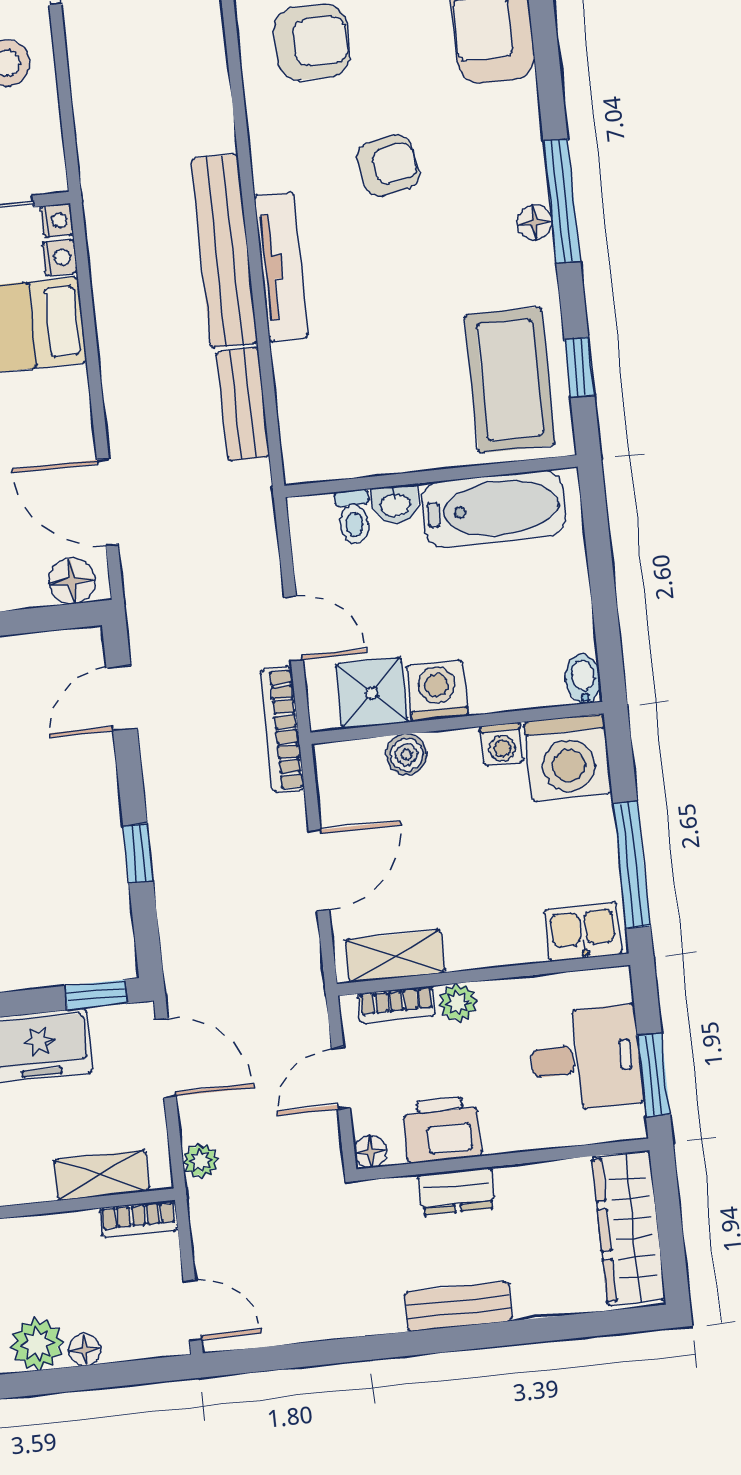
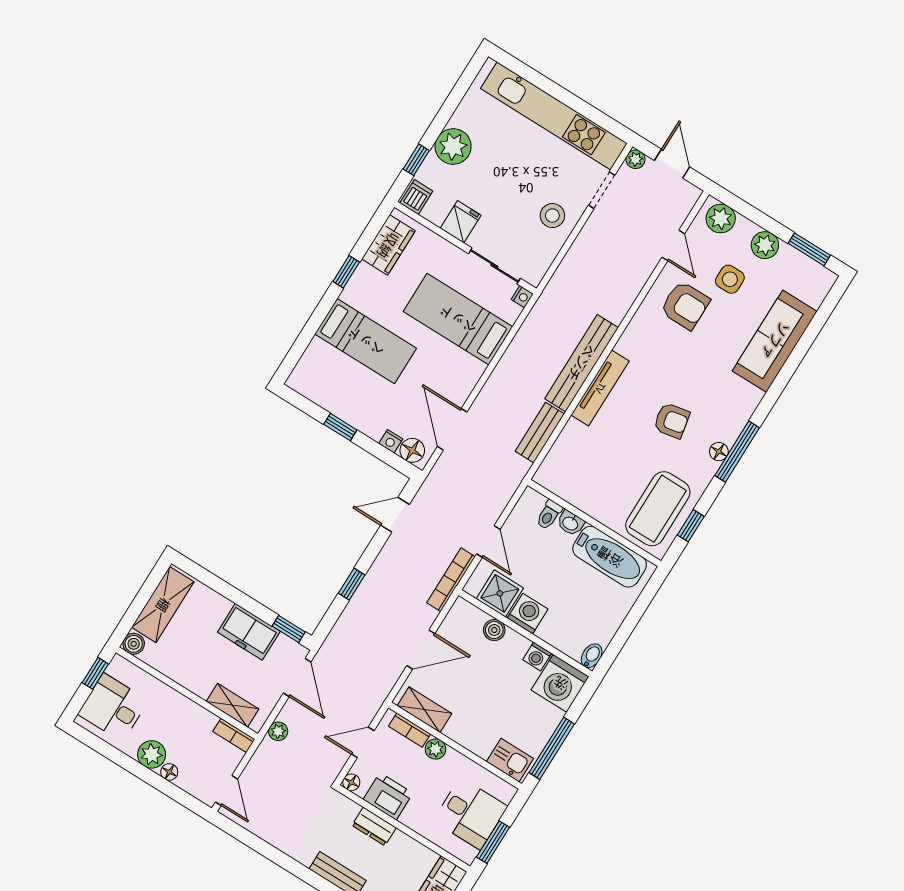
armchair: (388, 165) -> (672, 421), moved
nightstand: (60, 257) -> (391, 441), moved, turned 90

